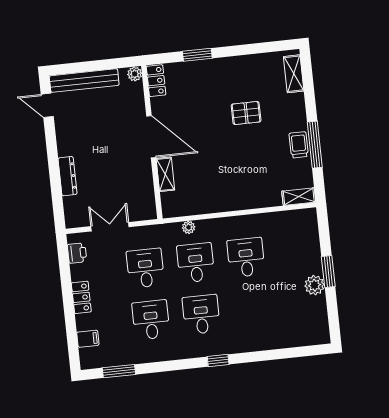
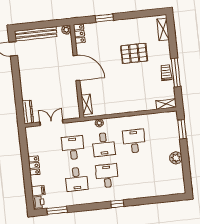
pallet: (246, 113) -> (134, 53), width x1.50, depth x1.42
shelving: (165, 174) -> (87, 104), moved
dresser: (68, 176) -> (28, 112), moved
printer: (77, 253) -> (38, 202), moved
desk: (196, 263) -> (104, 144), turned 180
window: (328, 271) -> (182, 129), moved
desk: (151, 320) -> (76, 179), turned 180

